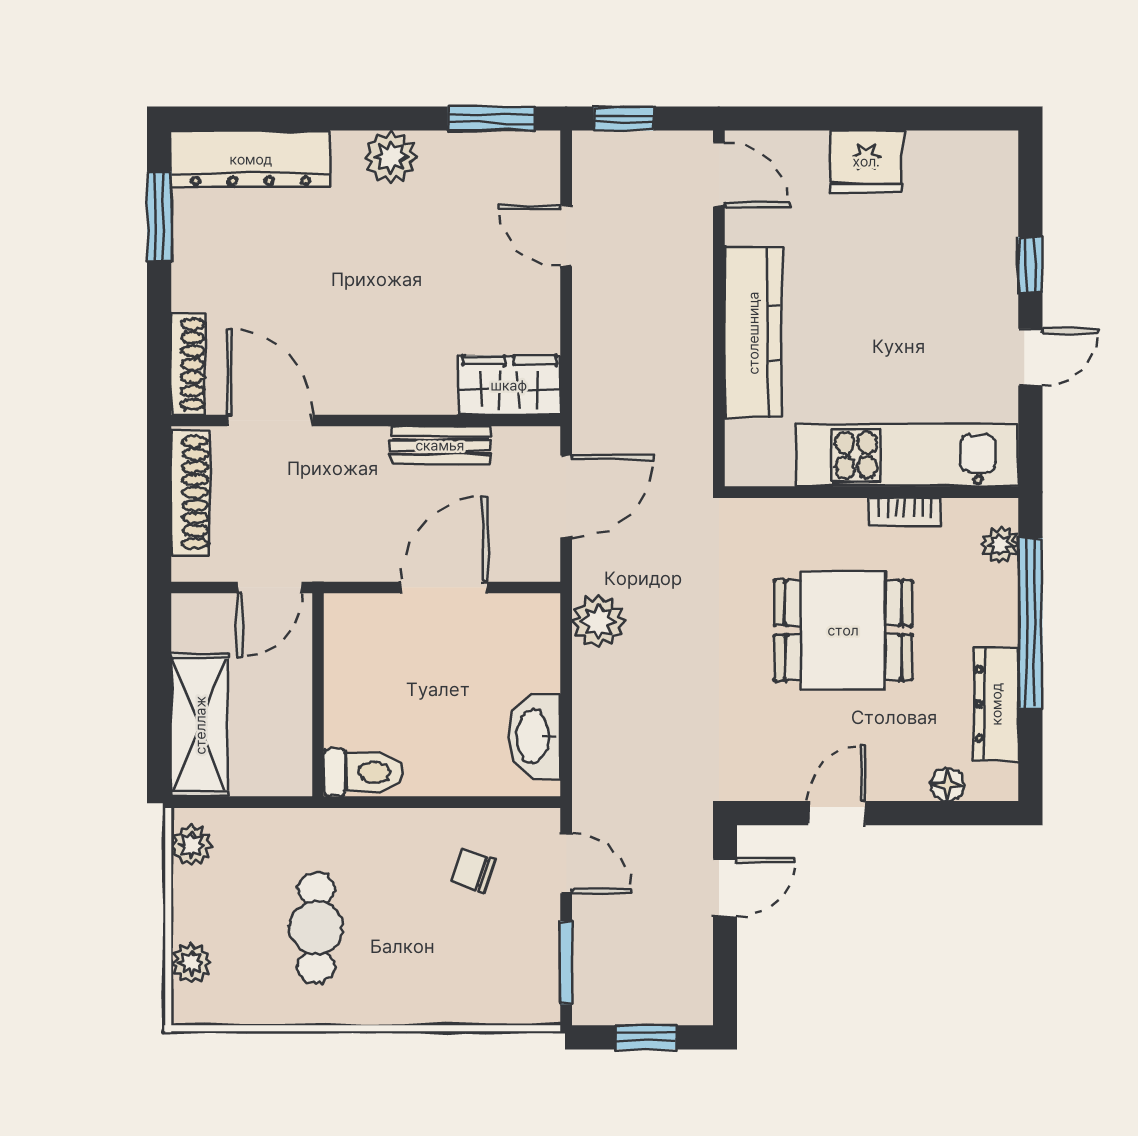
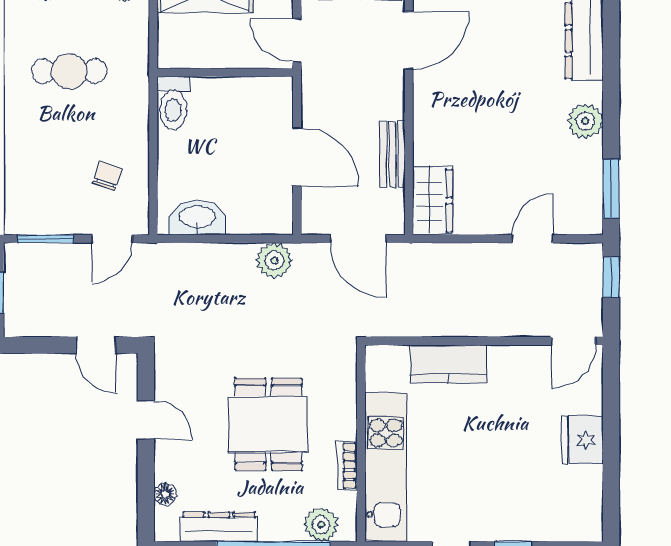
kitchen counter: (753, 333) -> (449, 364), width x0.67
plant: (1000, 545) -> (321, 525), width x1.38, depth x1.38

